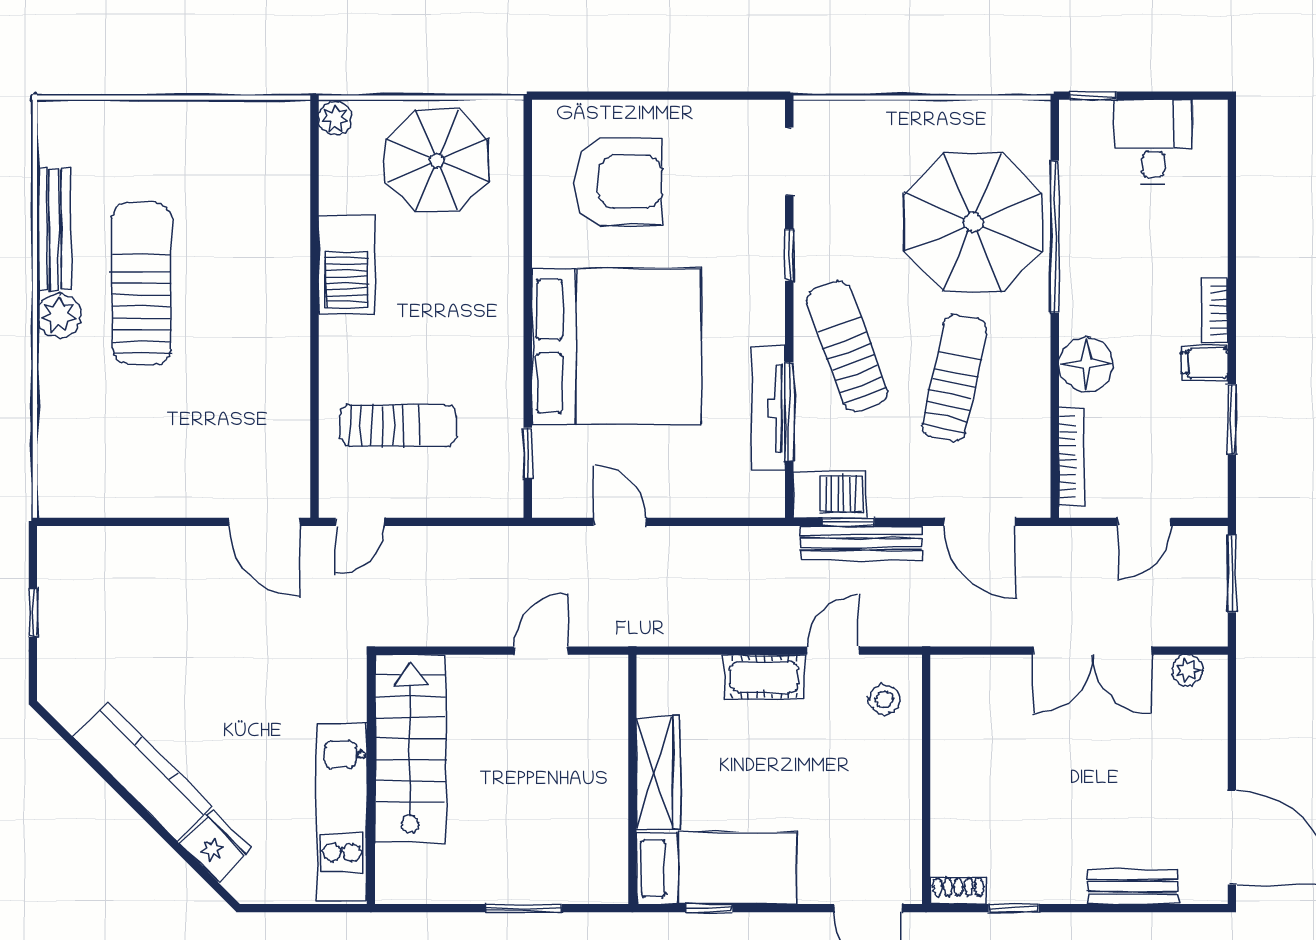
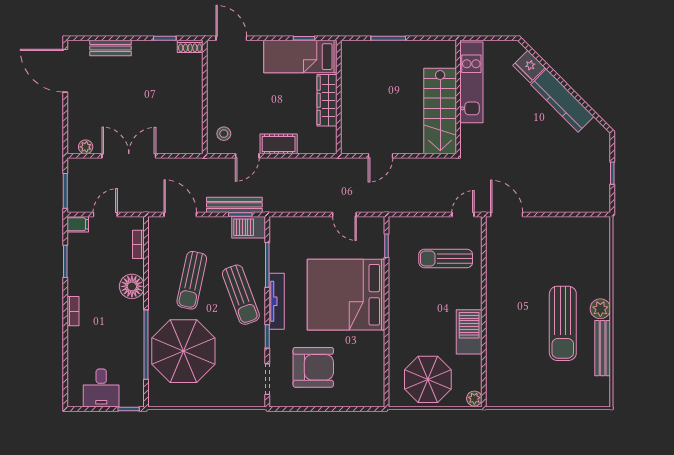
armchair: (618, 182) -> (313, 367), moved, turned 180
filing cabinet: (1205, 363) -> (78, 224), moved
tv unit: (769, 408) -> (277, 301), moved
bookcase: (1071, 457) -> (138, 244), width x0.64

